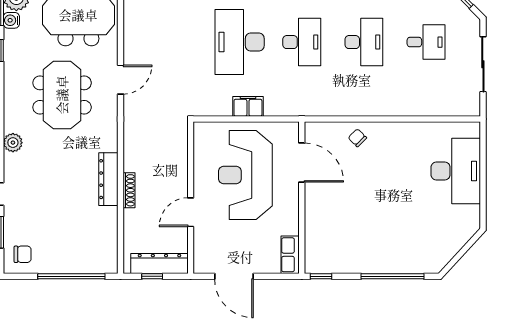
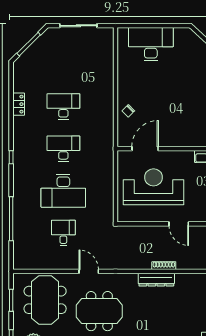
desk: (426, 42) -> (63, 233), moved
filing cabinet: (248, 106) -> (107, 185), removed
reception desk: (245, 175) -> (154, 187), turned 180

